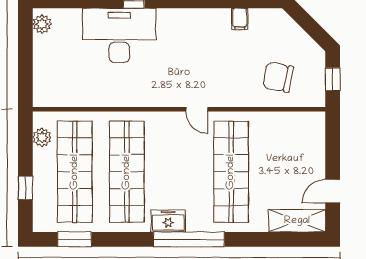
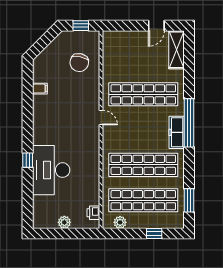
plant: (42, 24) -> (64, 222), moved
printer: (56, 98) -> (93, 213), added
door: (197, 109) -> (101, 118), hinge flipped
door: (333, 191) -> (156, 26), hinge flipped
freezer: (168, 221) -> (177, 132), width x1.40

